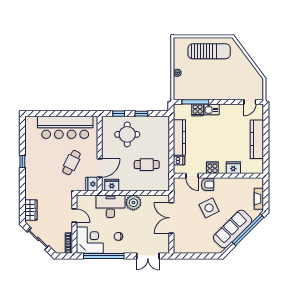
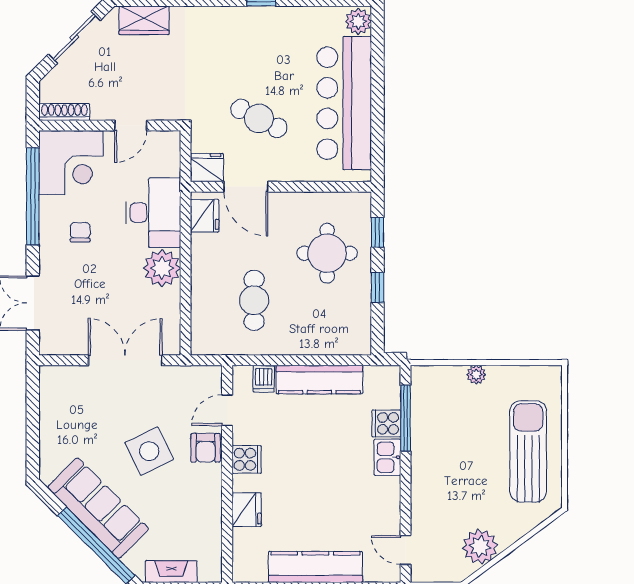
sun lounger: (209, 51) -> (528, 451), turned 180
plant: (248, 71) -> (480, 547), added
plant: (31, 121) -> (358, 21), added

